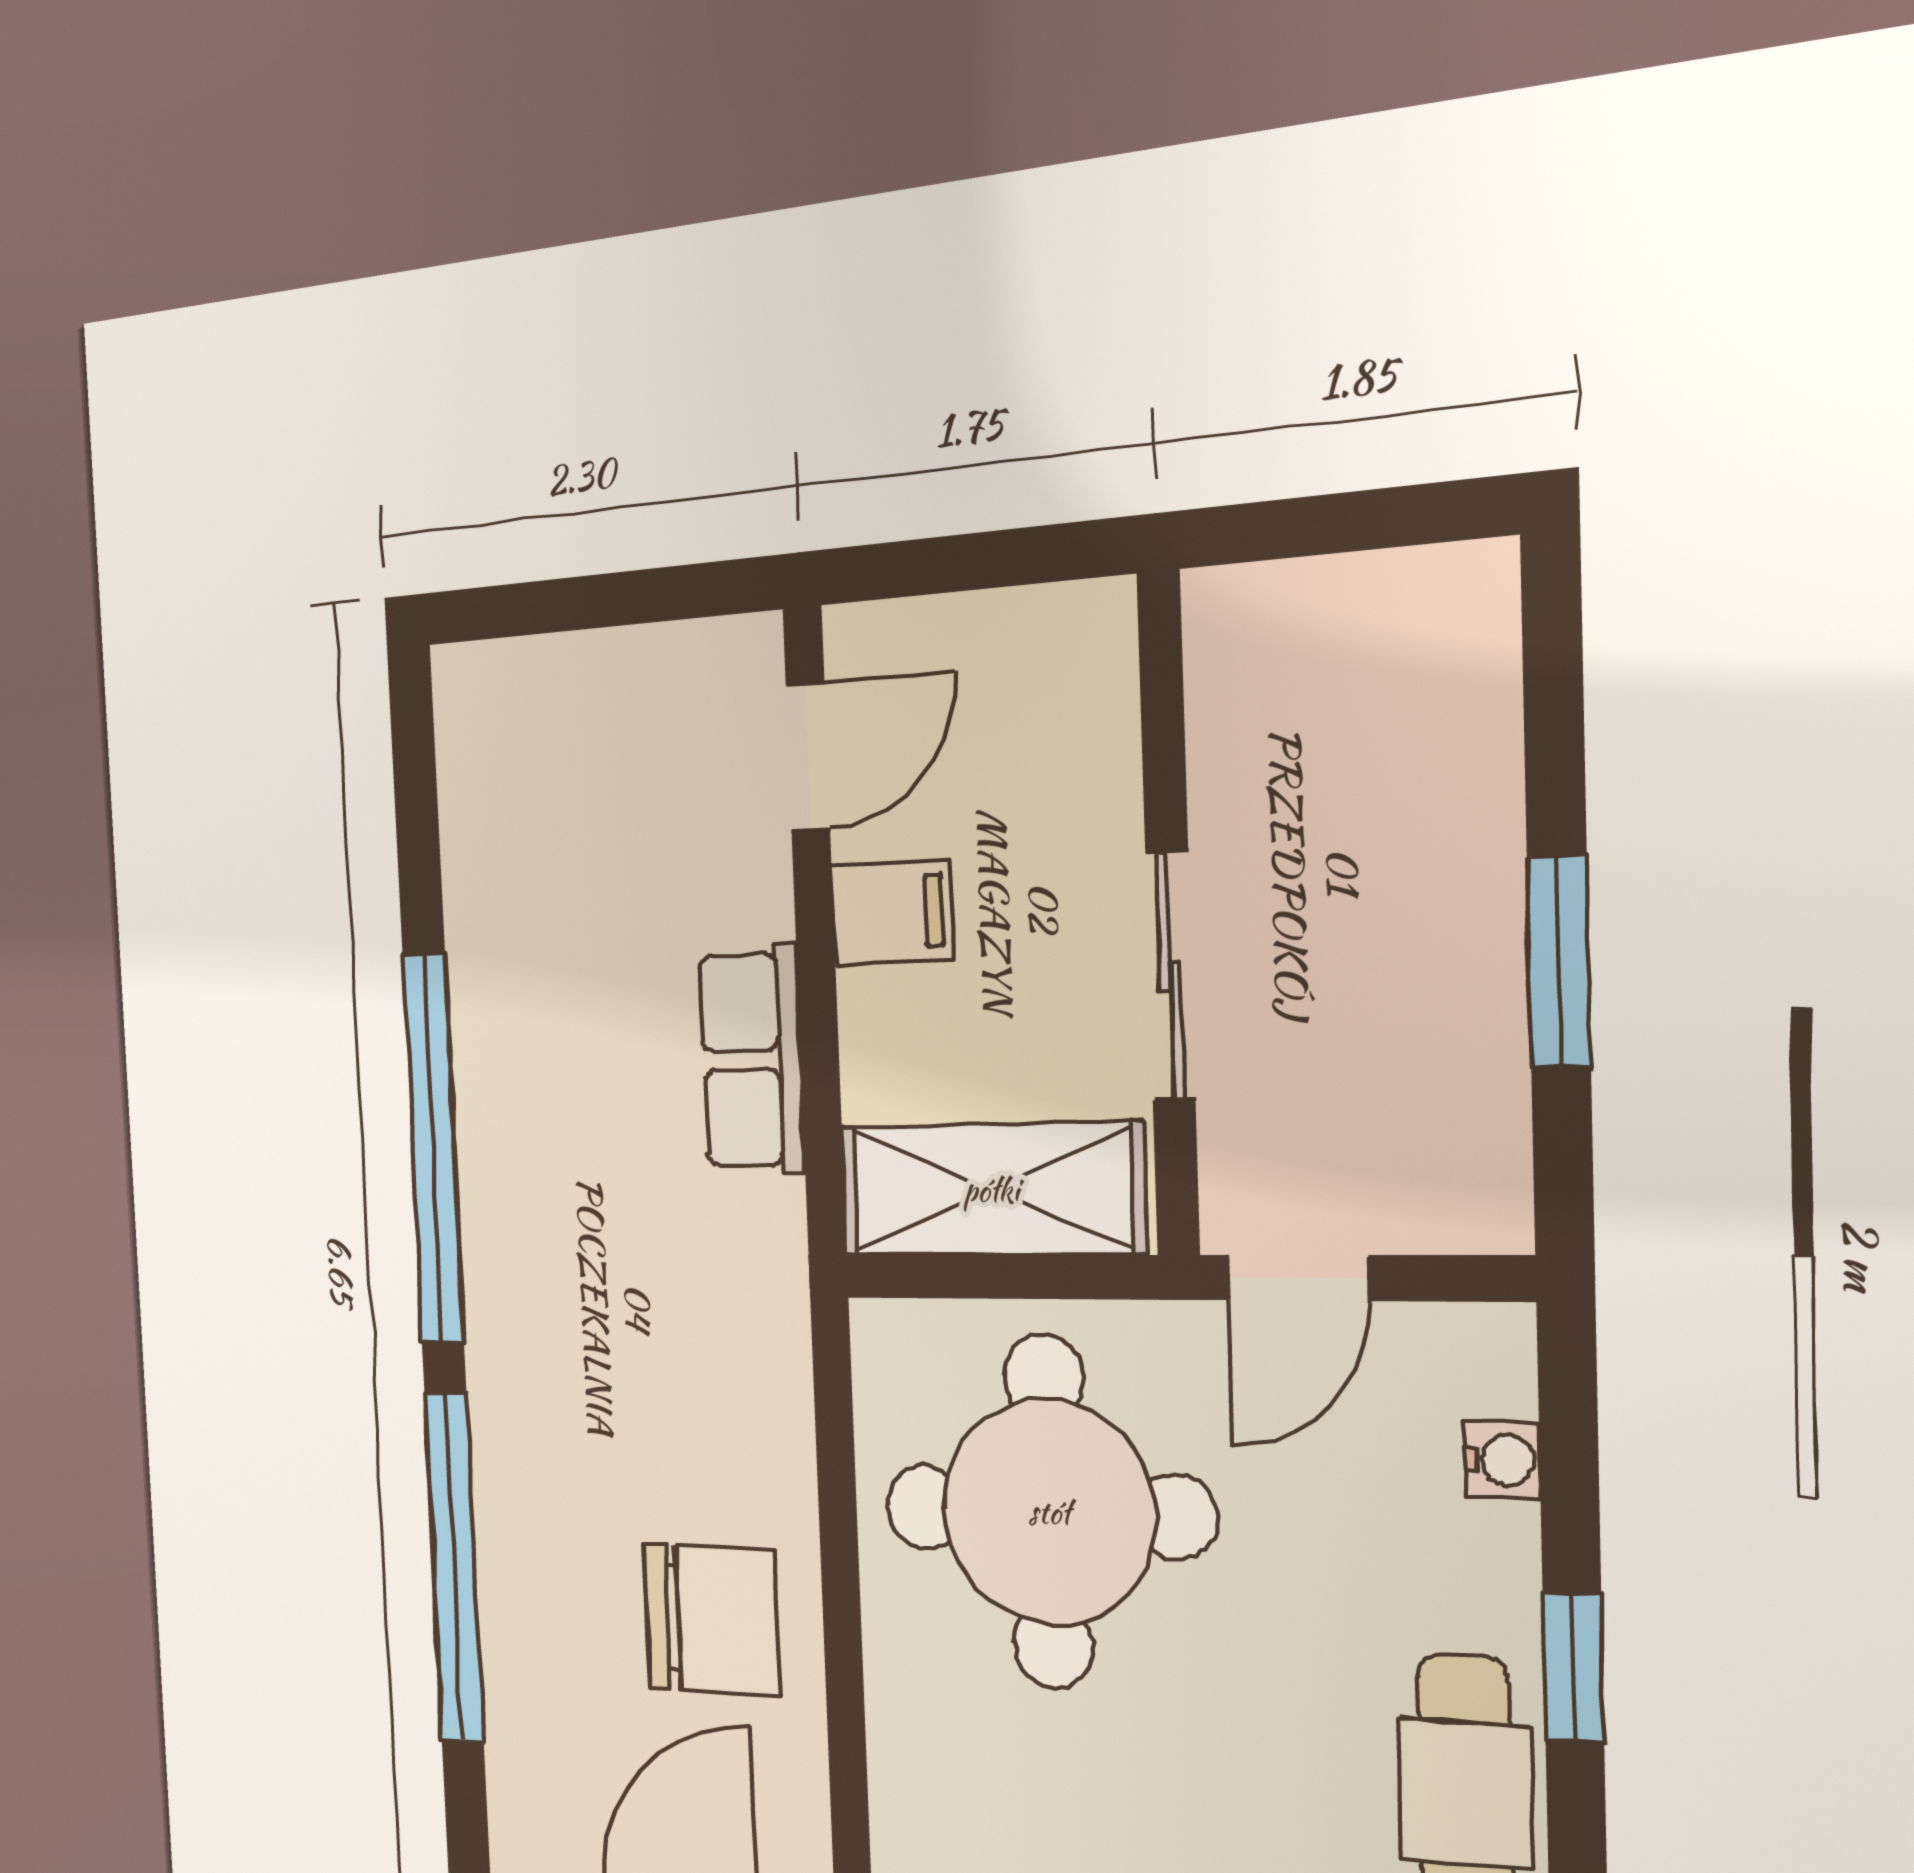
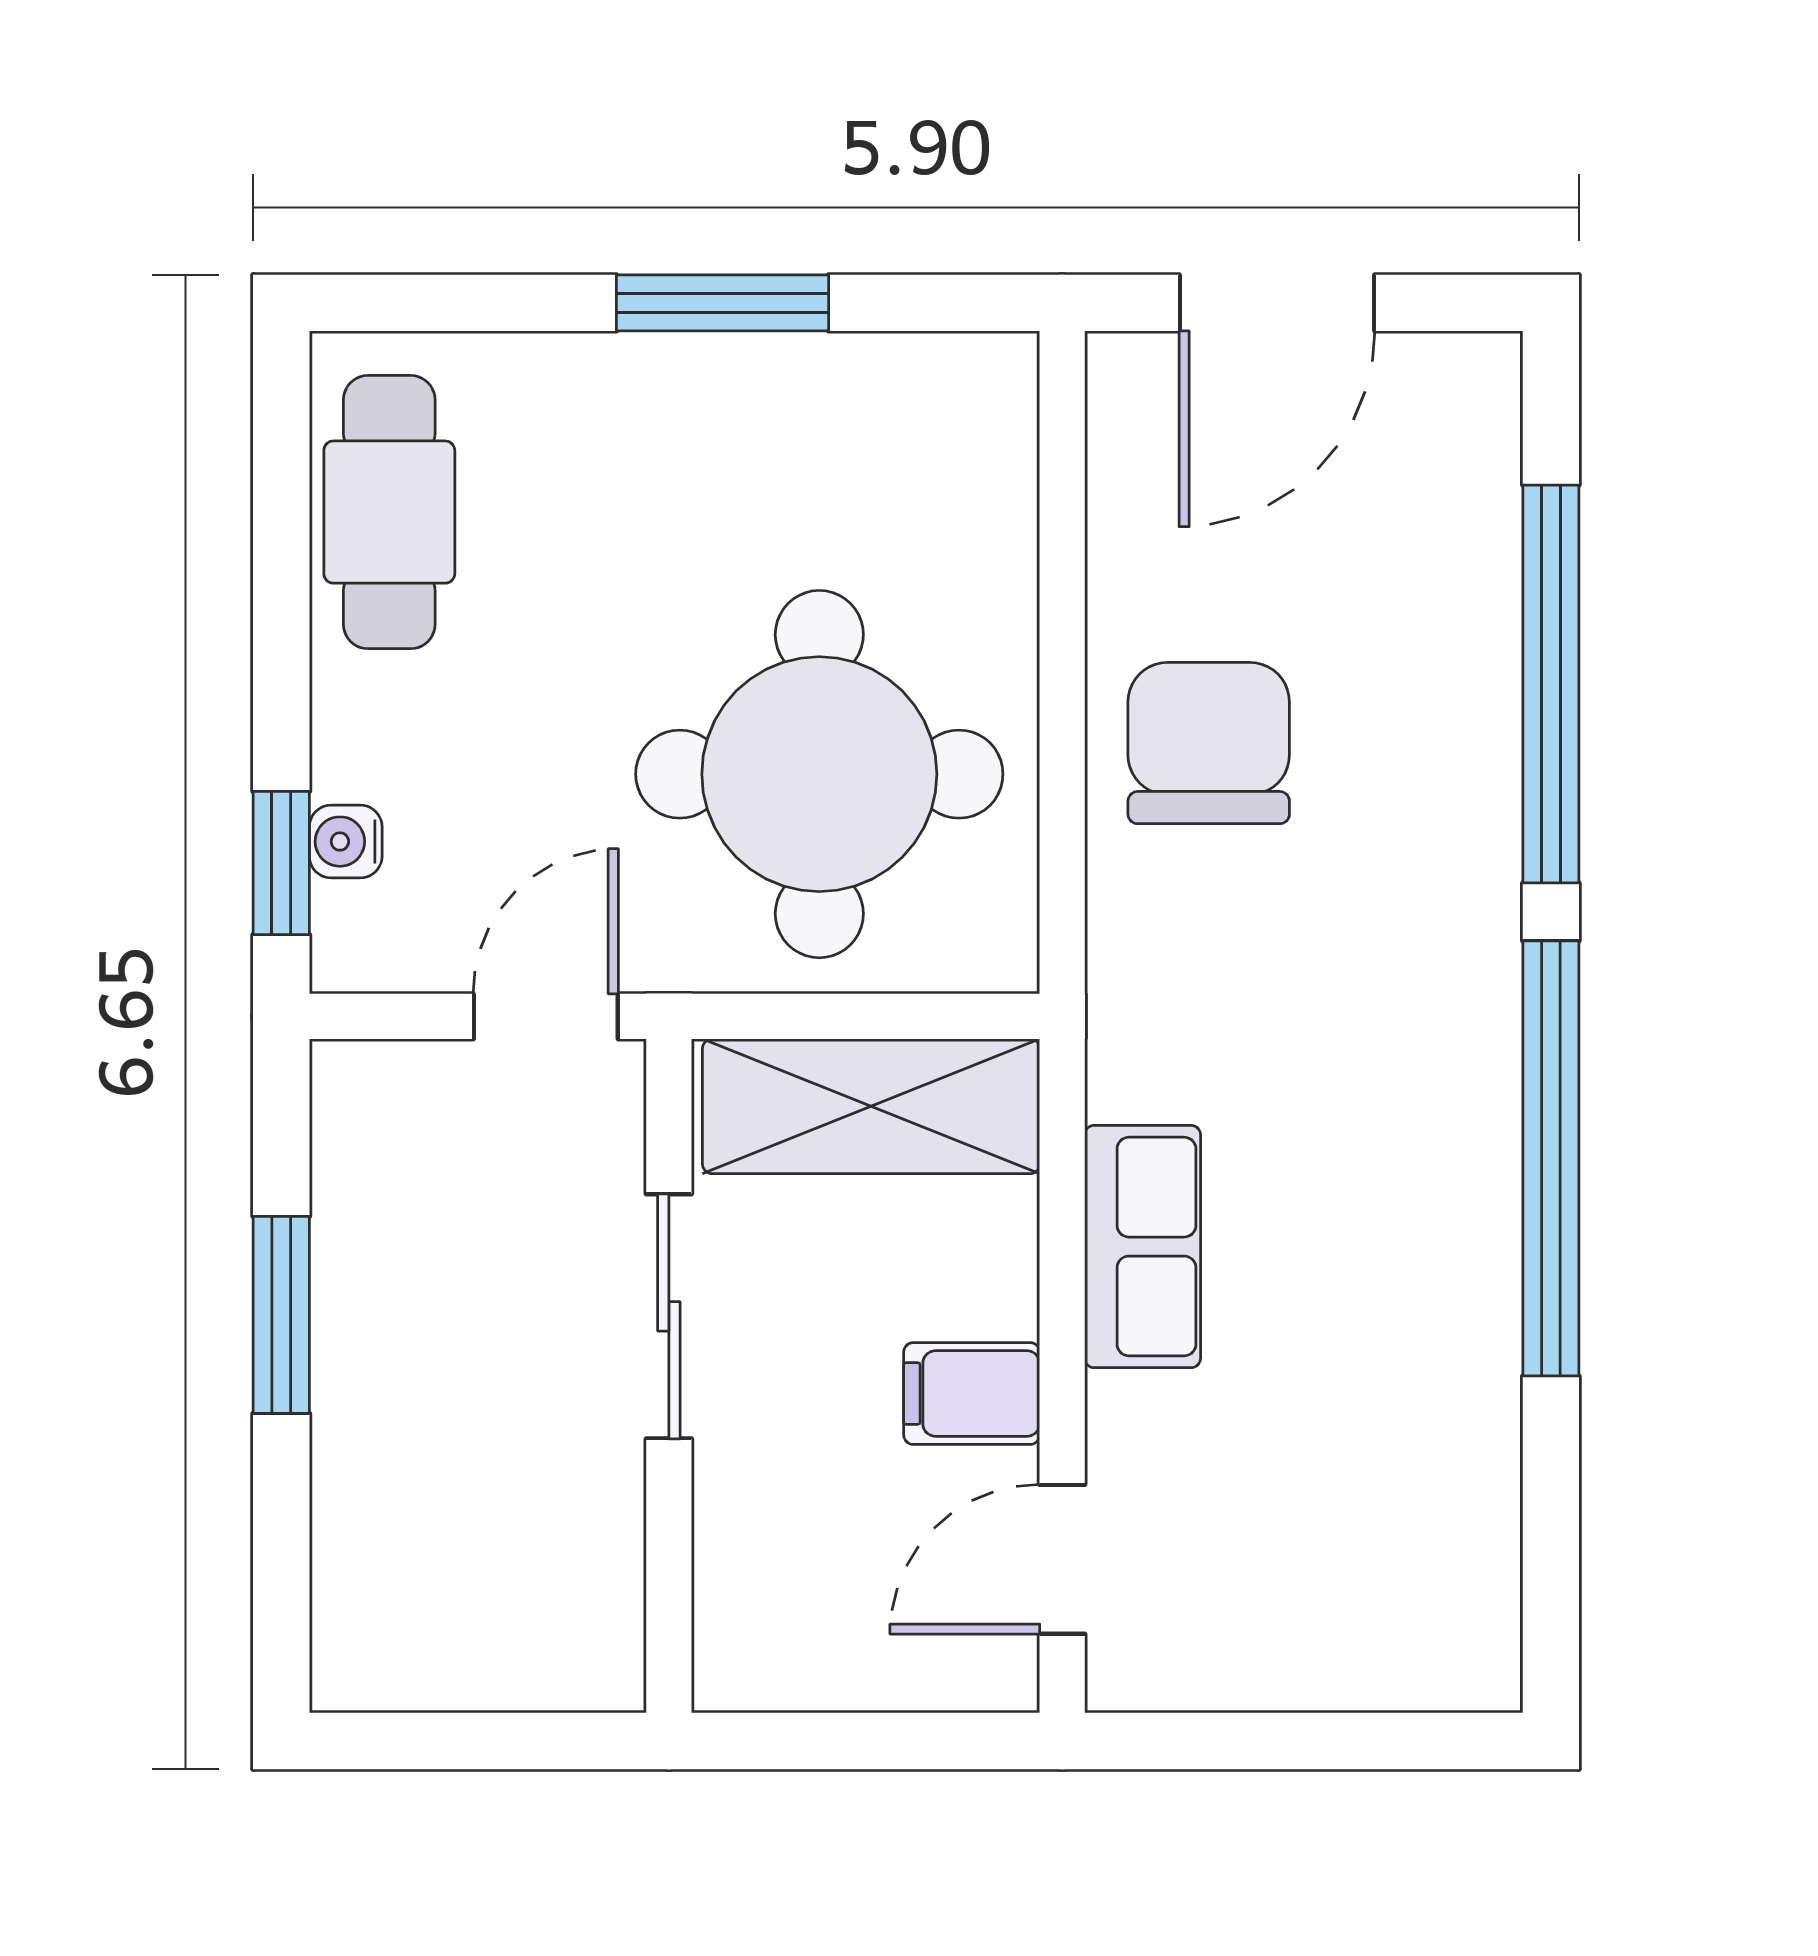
chair: (712, 1619) -> (1209, 743), moved, turned 90
window: (1573, 1667) -> (281, 863), moved

